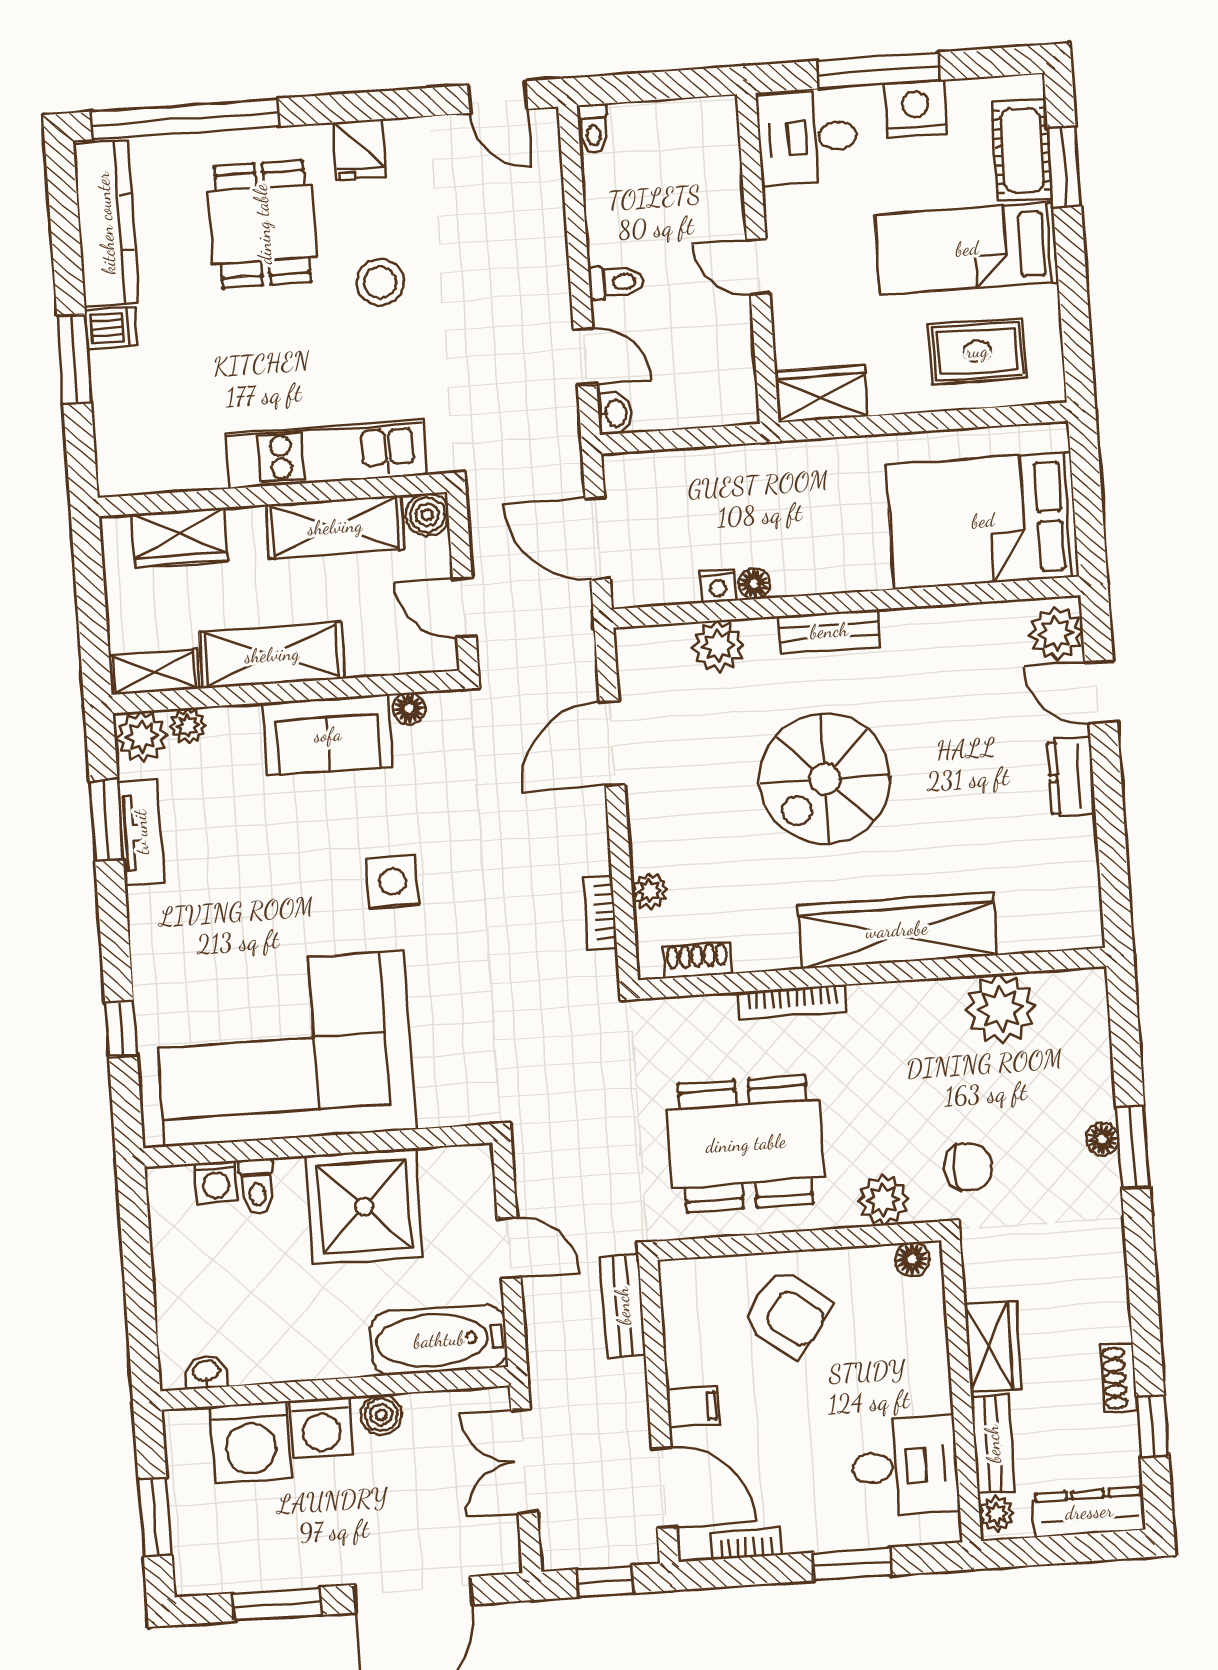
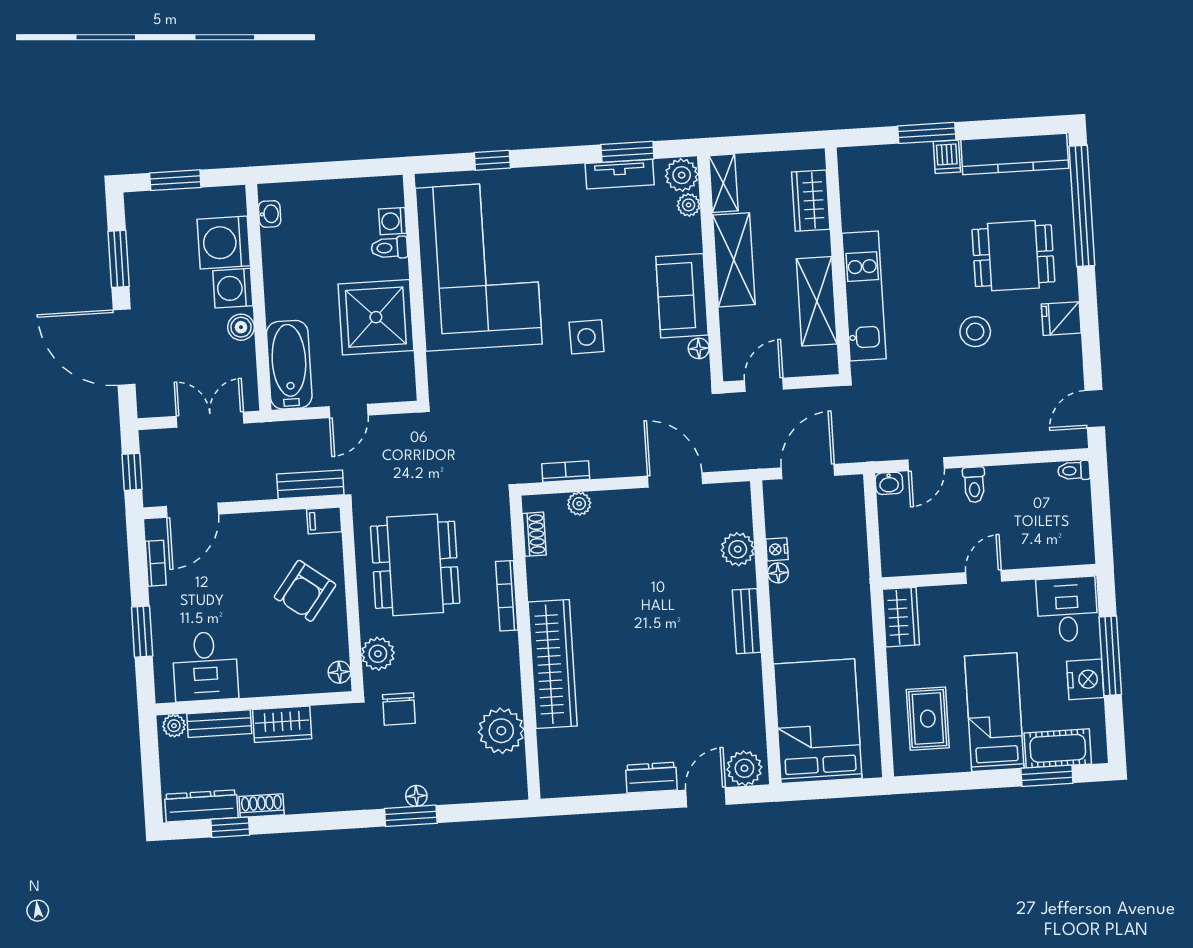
boiler: (427, 515) -> (824, 361), removed
spiral stairs: (825, 779) -> (651, 618), removed
filing cabinet: (693, 1407) -> (324, 521), moved, turned 90
dresser: (1089, 1512) -> (201, 806), moved, turned -90

